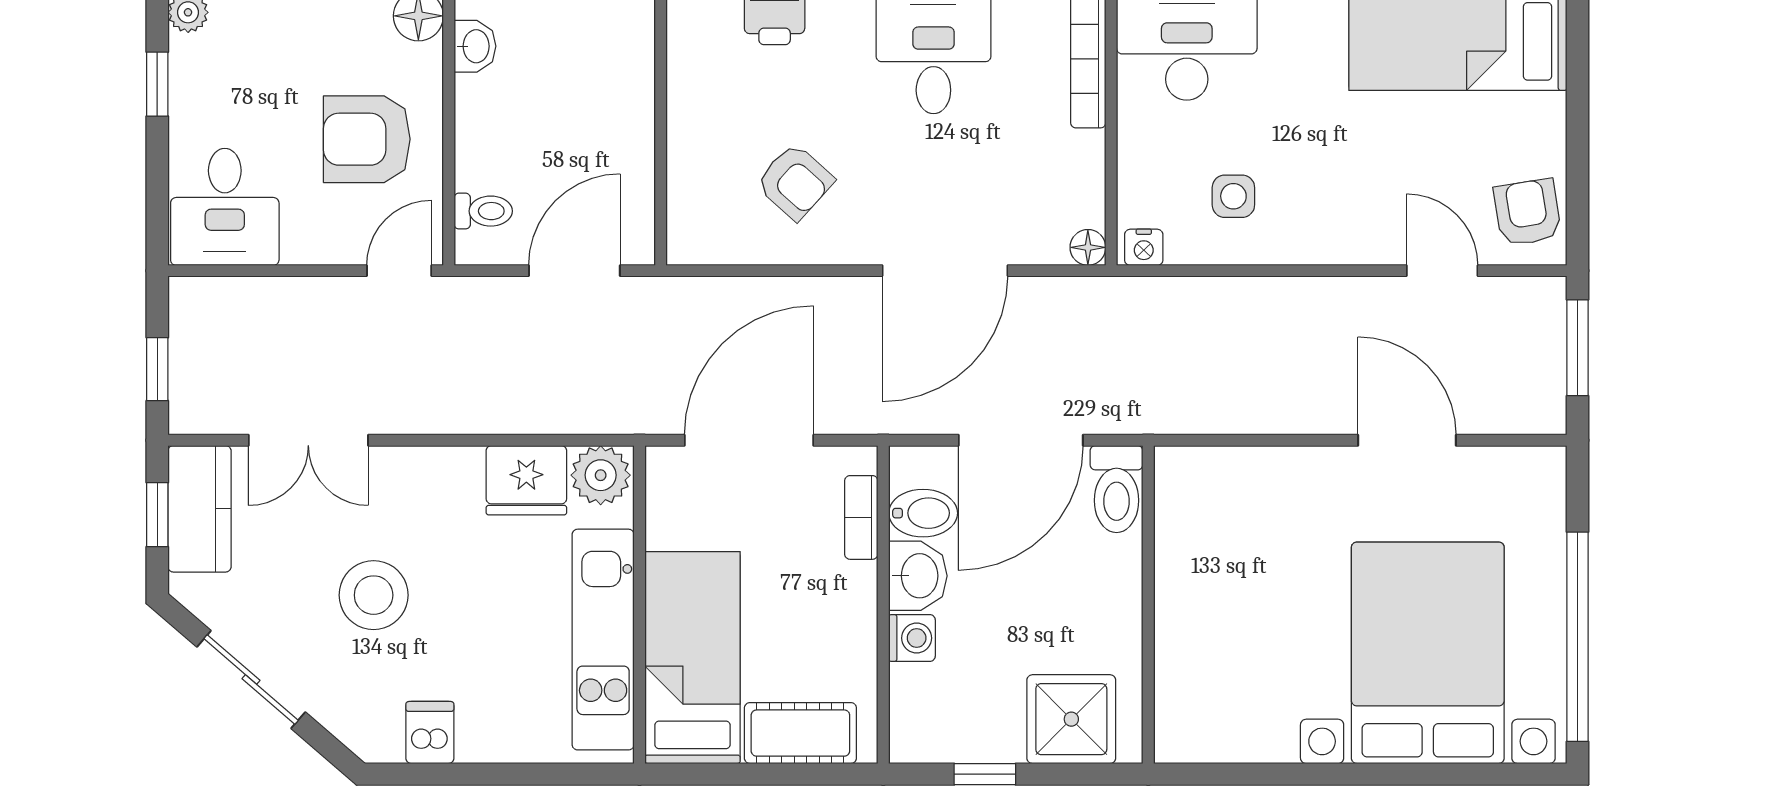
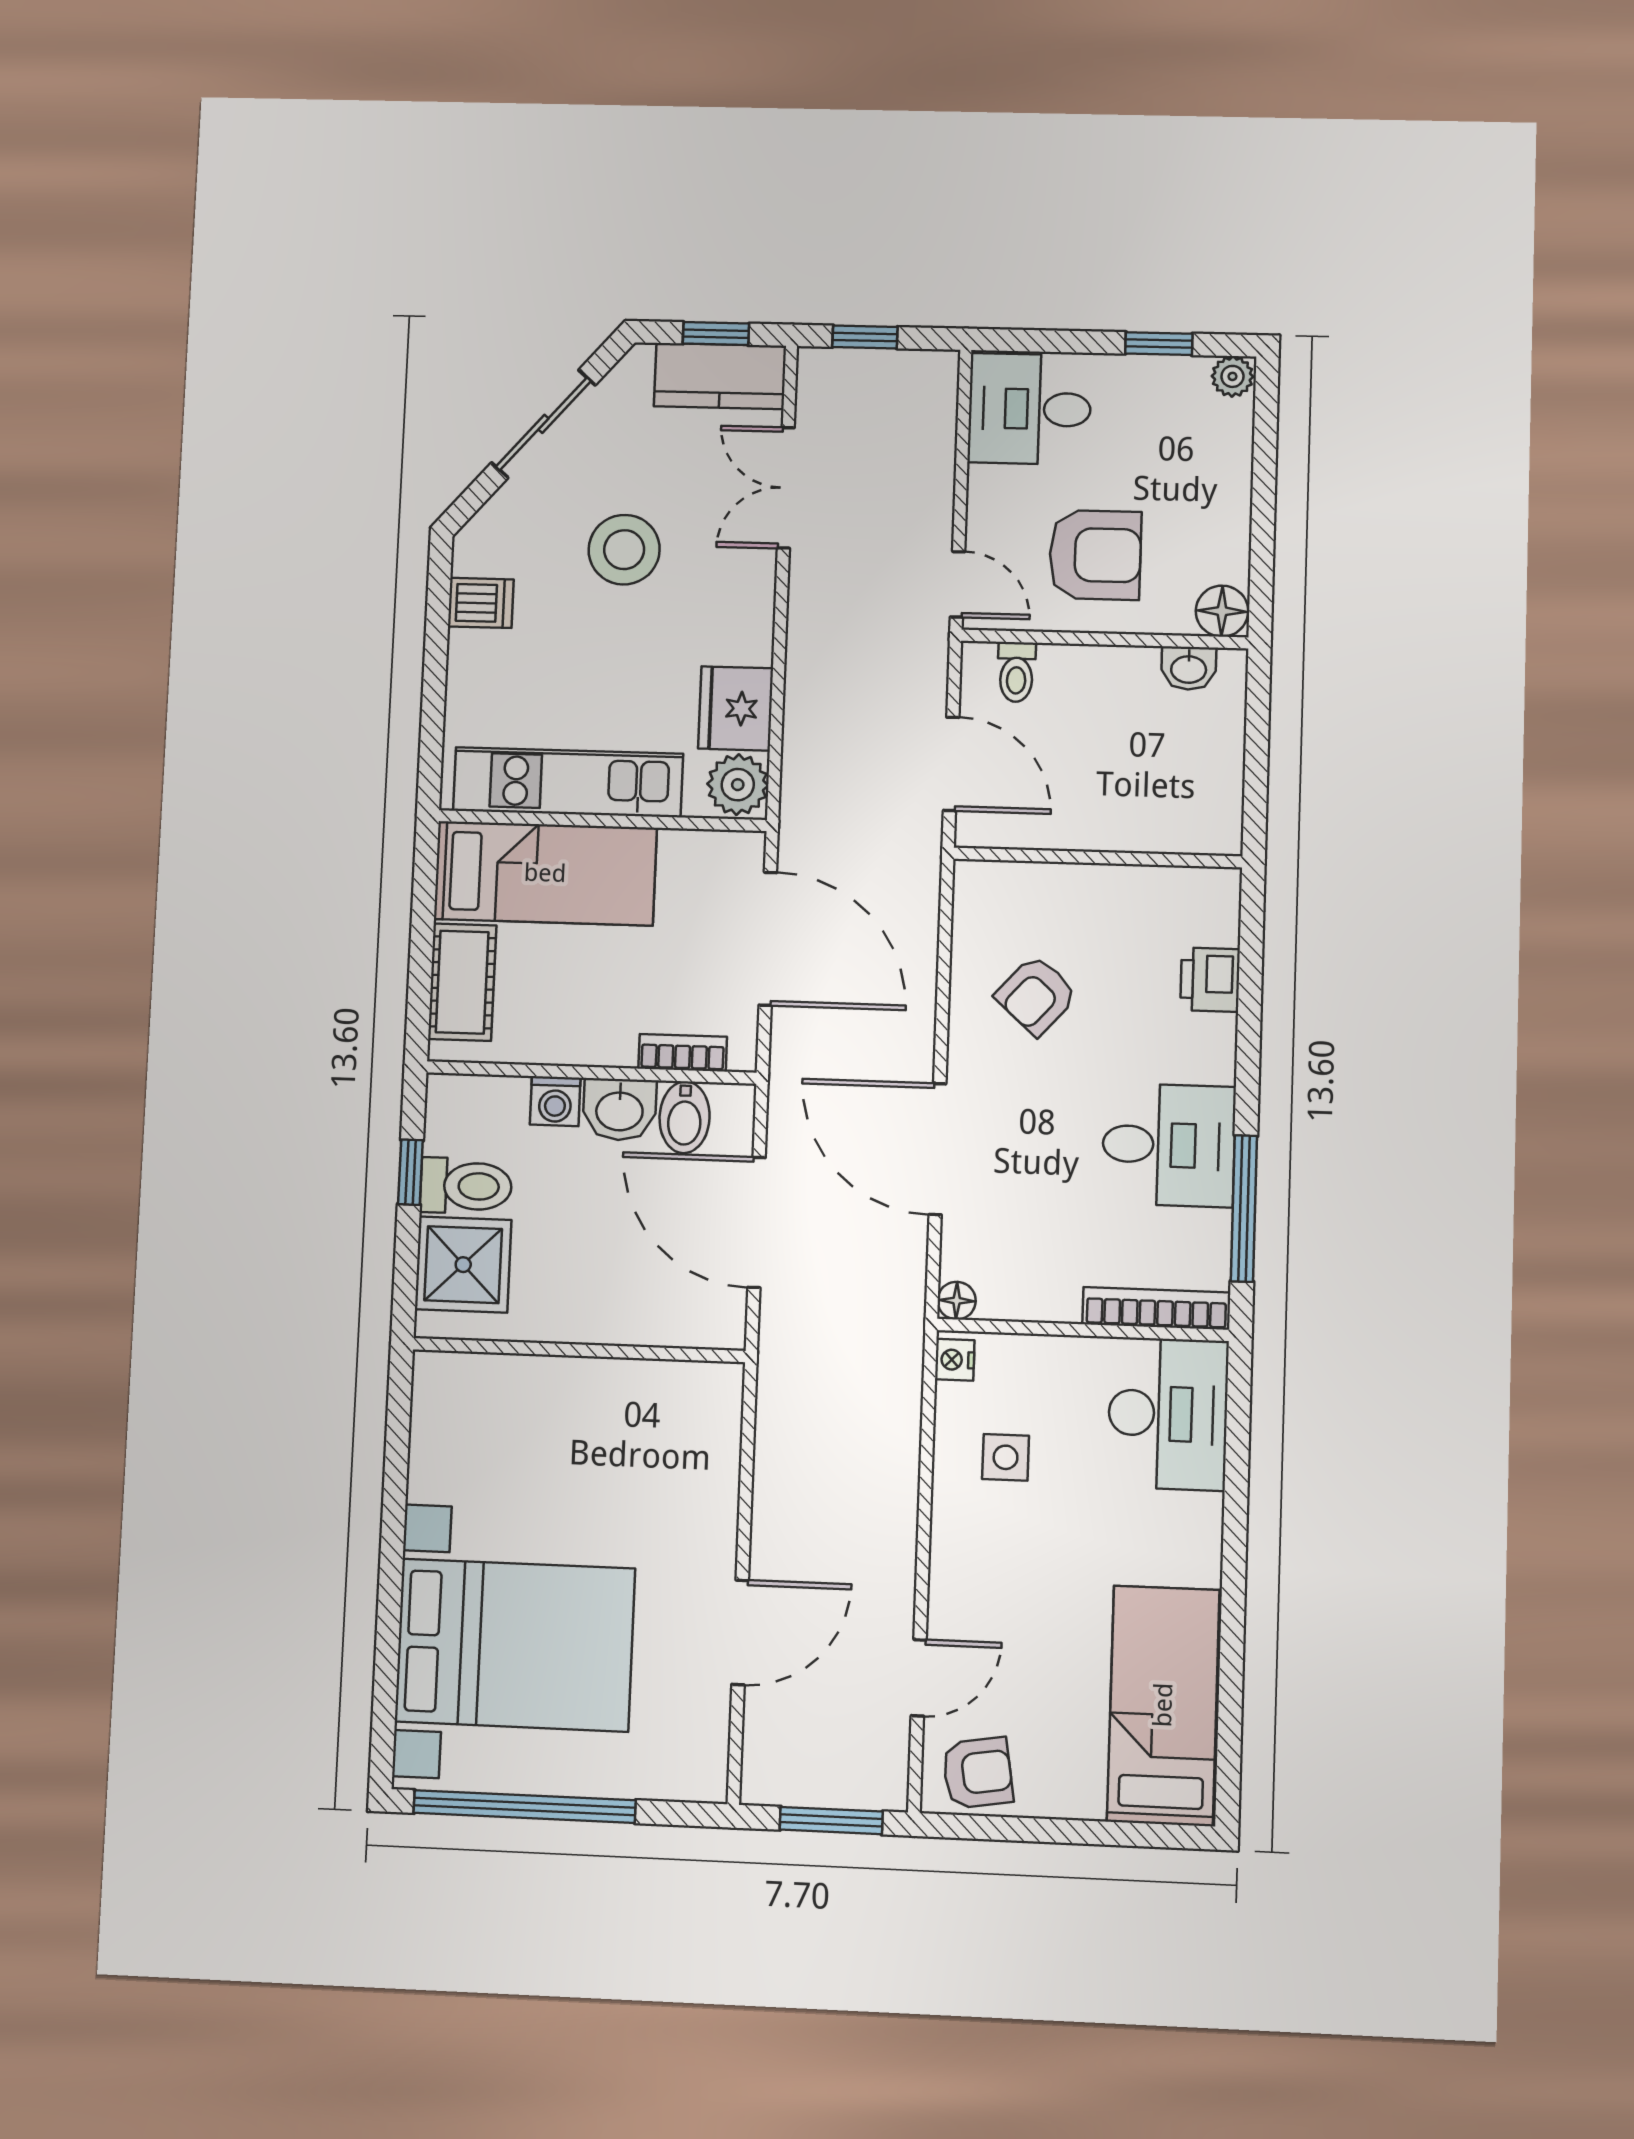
armchair: (367, 139) -> (1095, 555), turned 90
toilet: (1117, 489) -> (466, 1186), moved, turned 180

